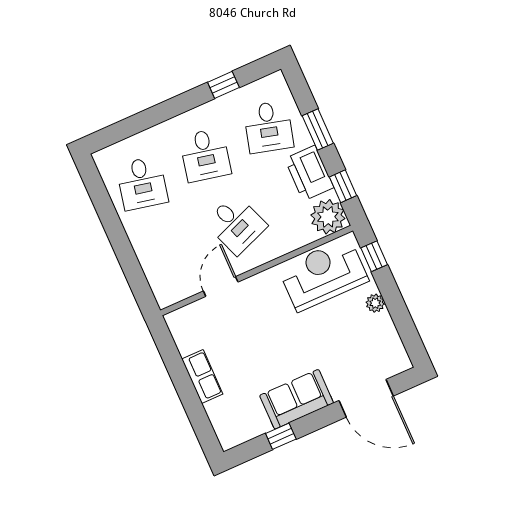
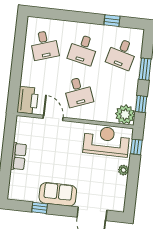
printer: (309, 173) -> (28, 100), moved, turned 180
desk: (142, 183) -> (44, 45), turned -30
door: (221, 287) -> (53, 118), hinge flipped

